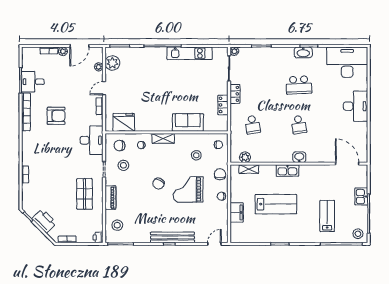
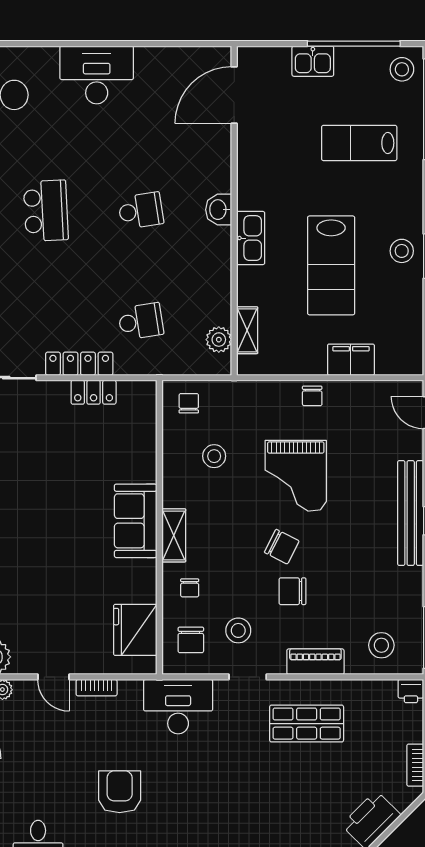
locker: (235, 94) -> (79, 364), width x1.53
sofa: (188, 122) -> (136, 521), moved
chair: (220, 174) -> (292, 591), moved
lab bench: (276, 204) -> (331, 265), turned 180
stool: (282, 234) -> (402, 251), added

